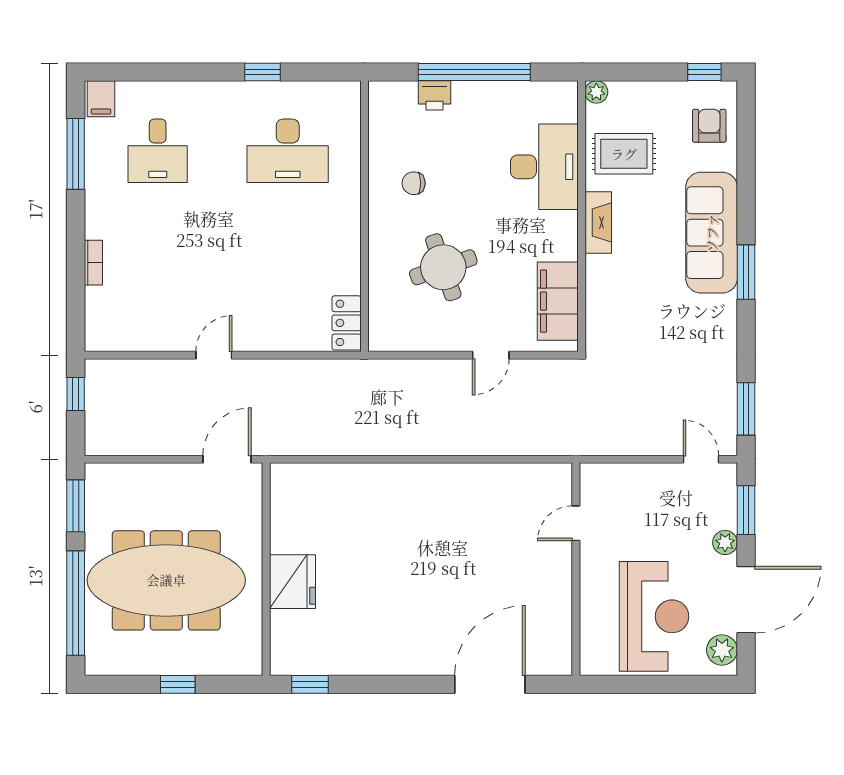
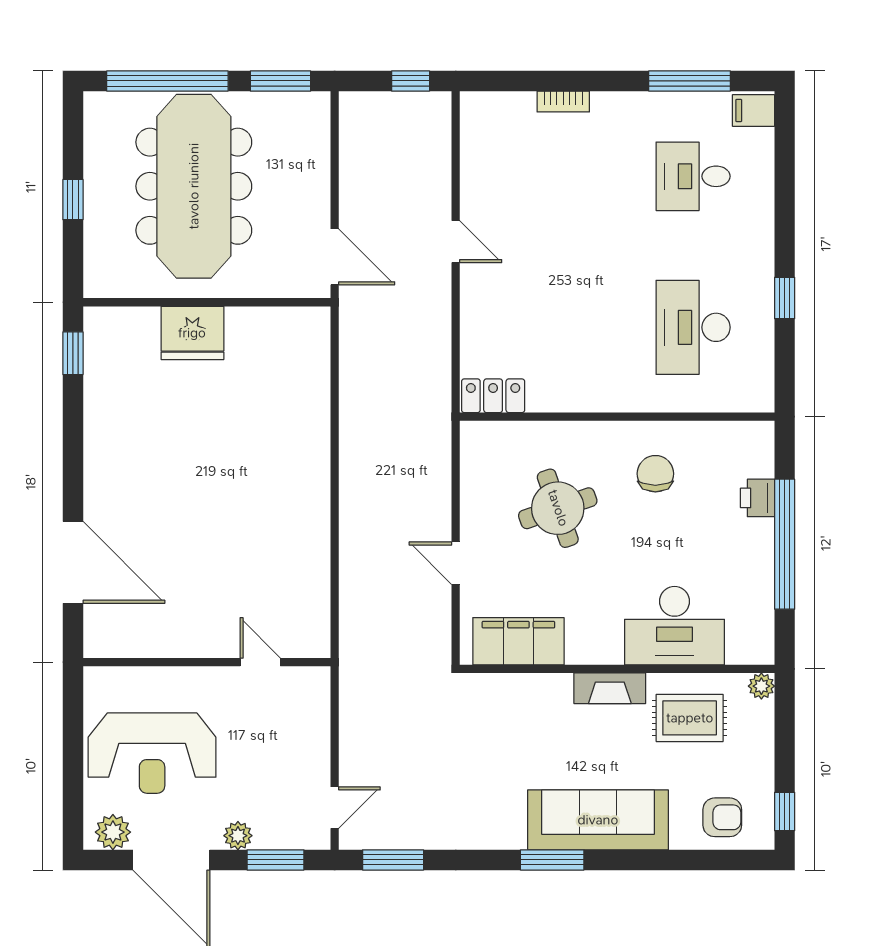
rug: (624, 154) -> (690, 718), turned 90
chair: (414, 183) -> (655, 474), width x1.37, depth x1.37

